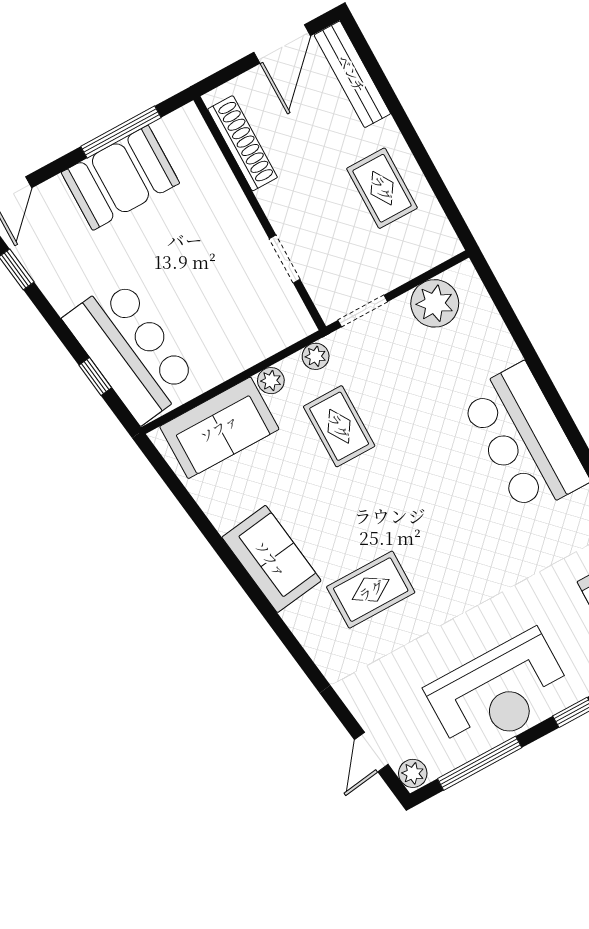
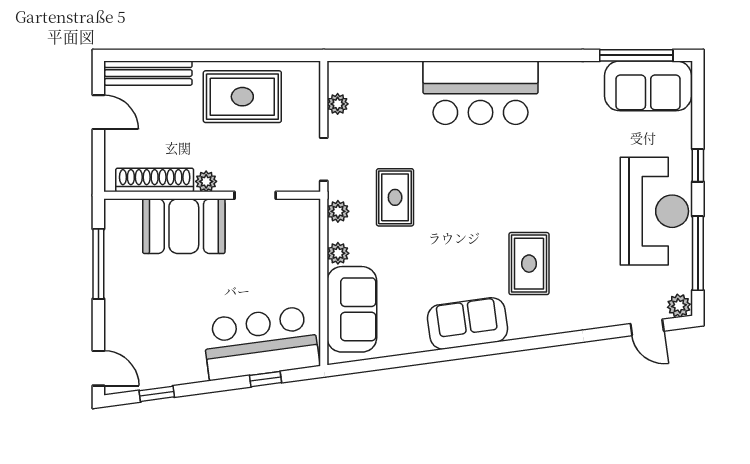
door: (282, 44) -> (98, 112), width x0.73
booth: (120, 178) -> (184, 226), moved, turned 90
rug: (382, 188) -> (242, 97), width x1.36, depth x1.43
plant: (271, 199) -> (206, 181), added
plant: (435, 303) -> (338, 104), width x0.53, depth x0.53
rug: (339, 426) -> (395, 197), moved, turned 90

